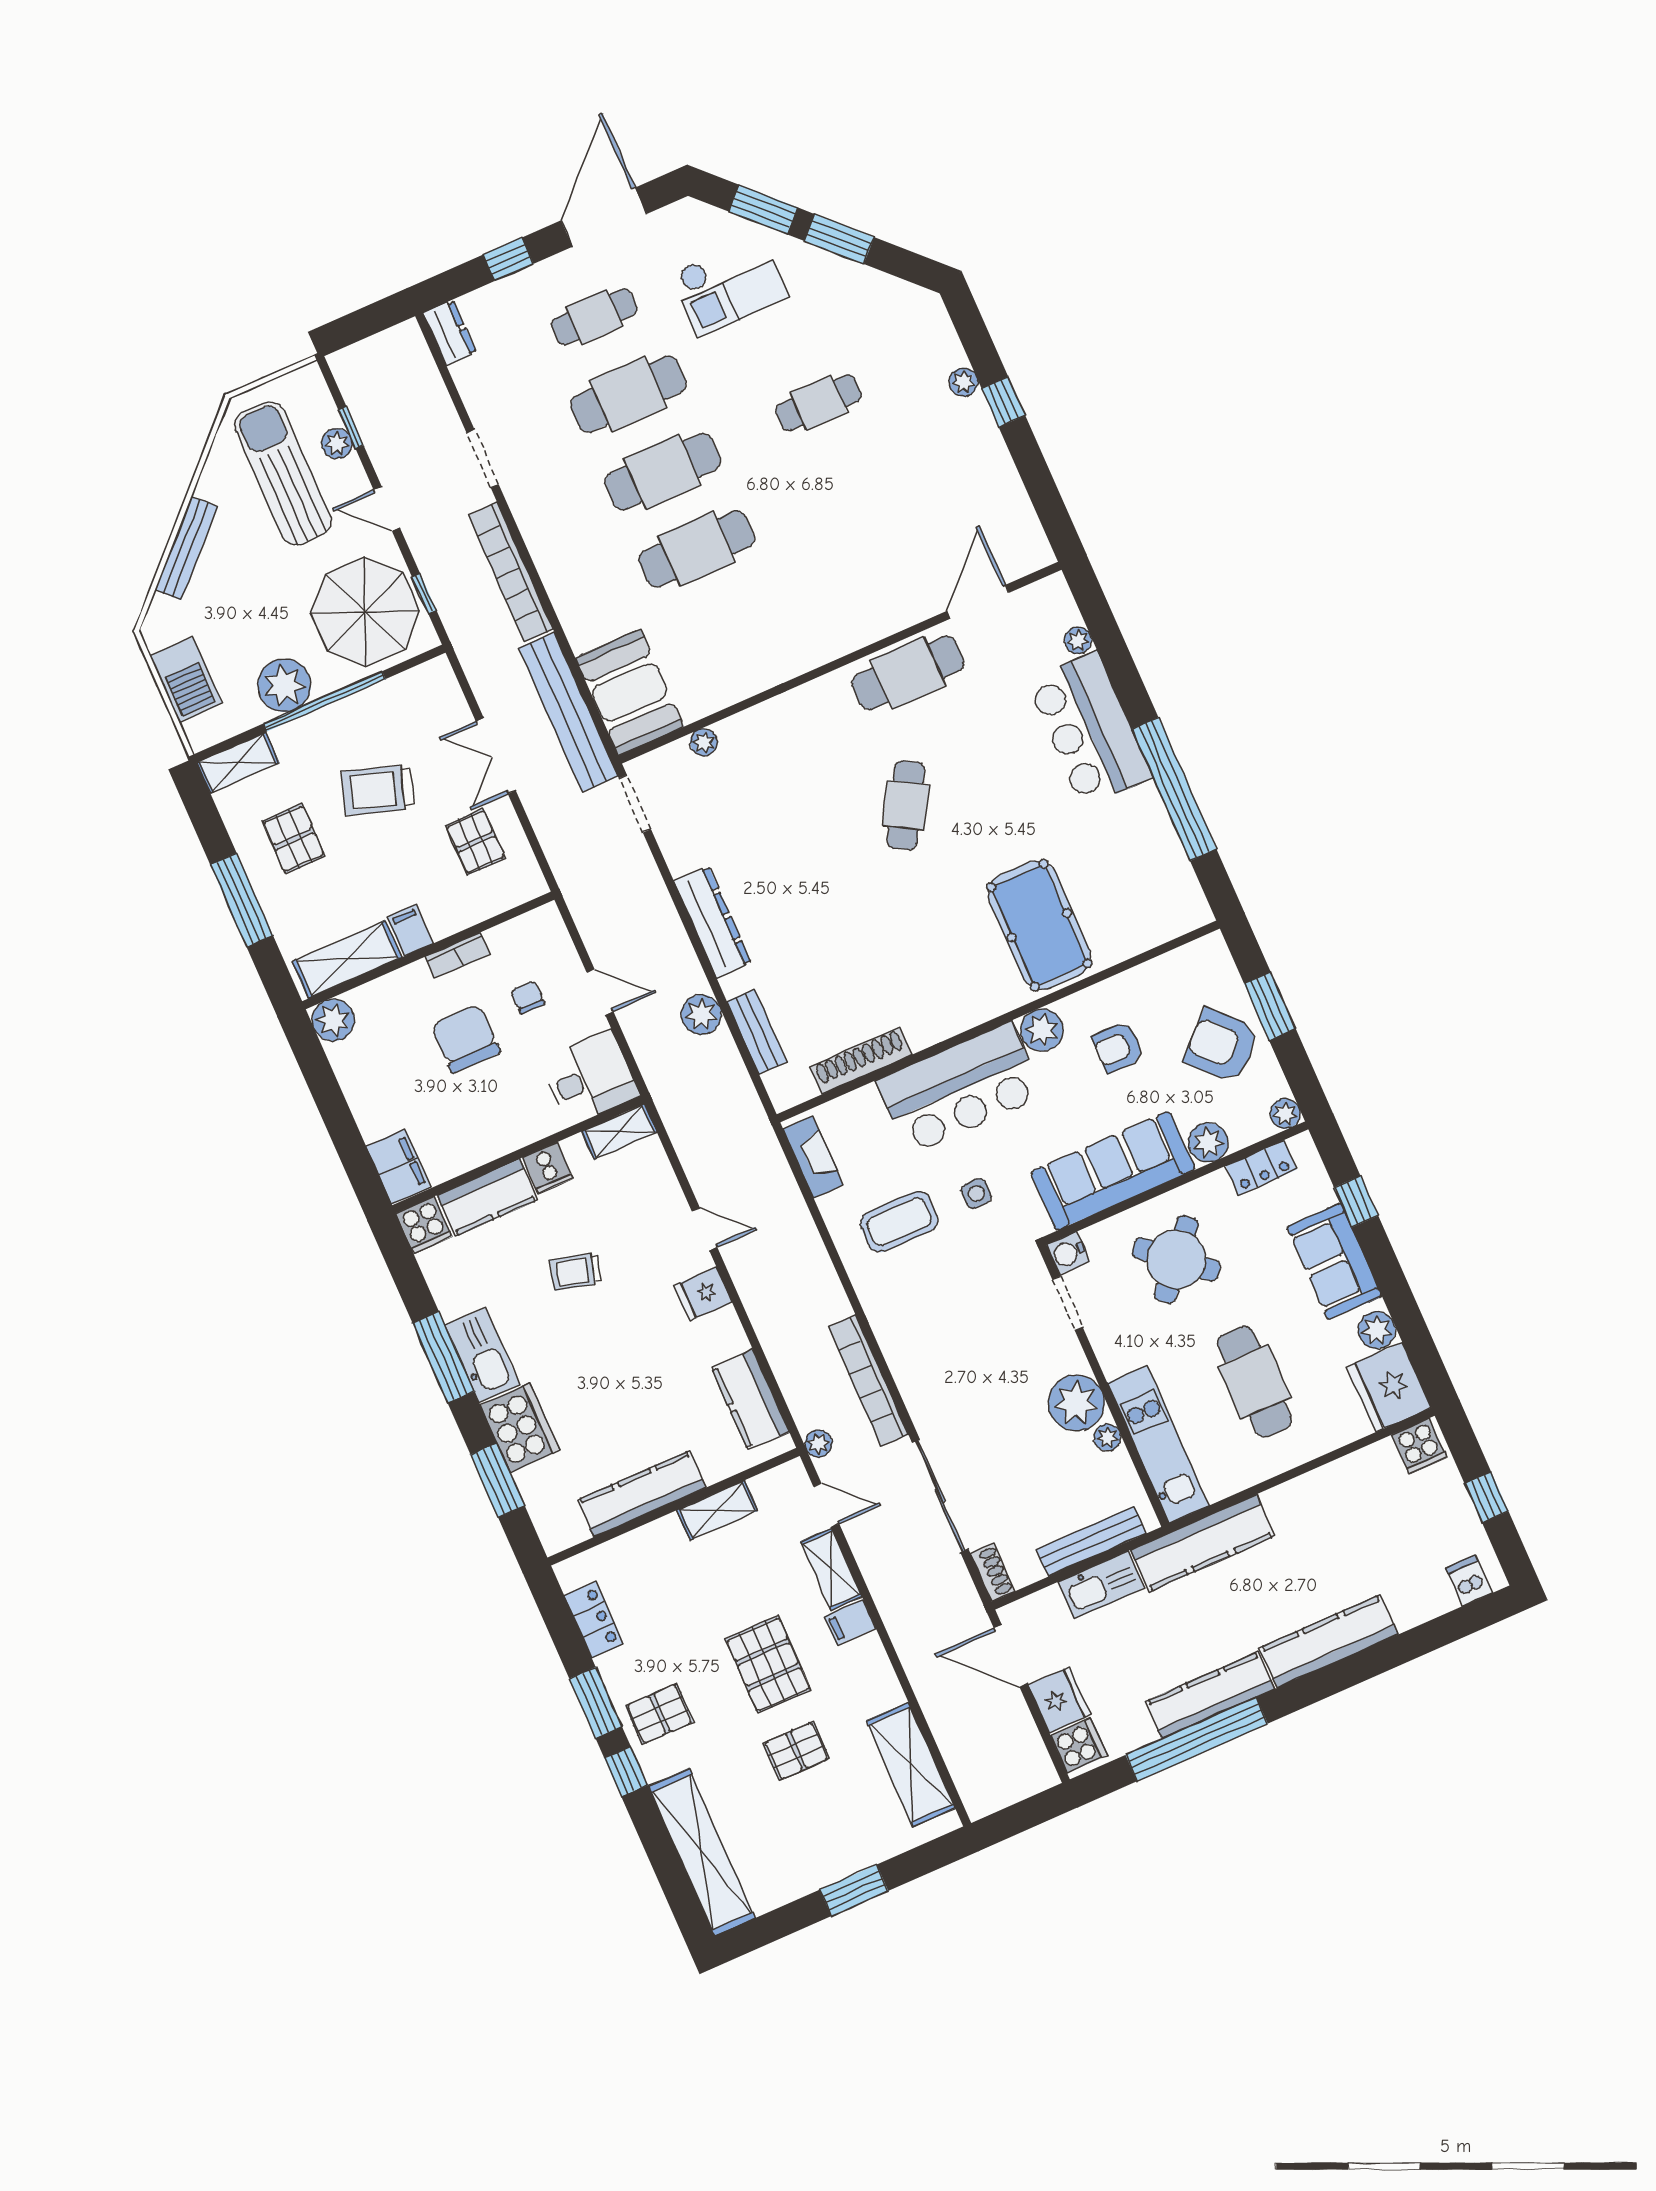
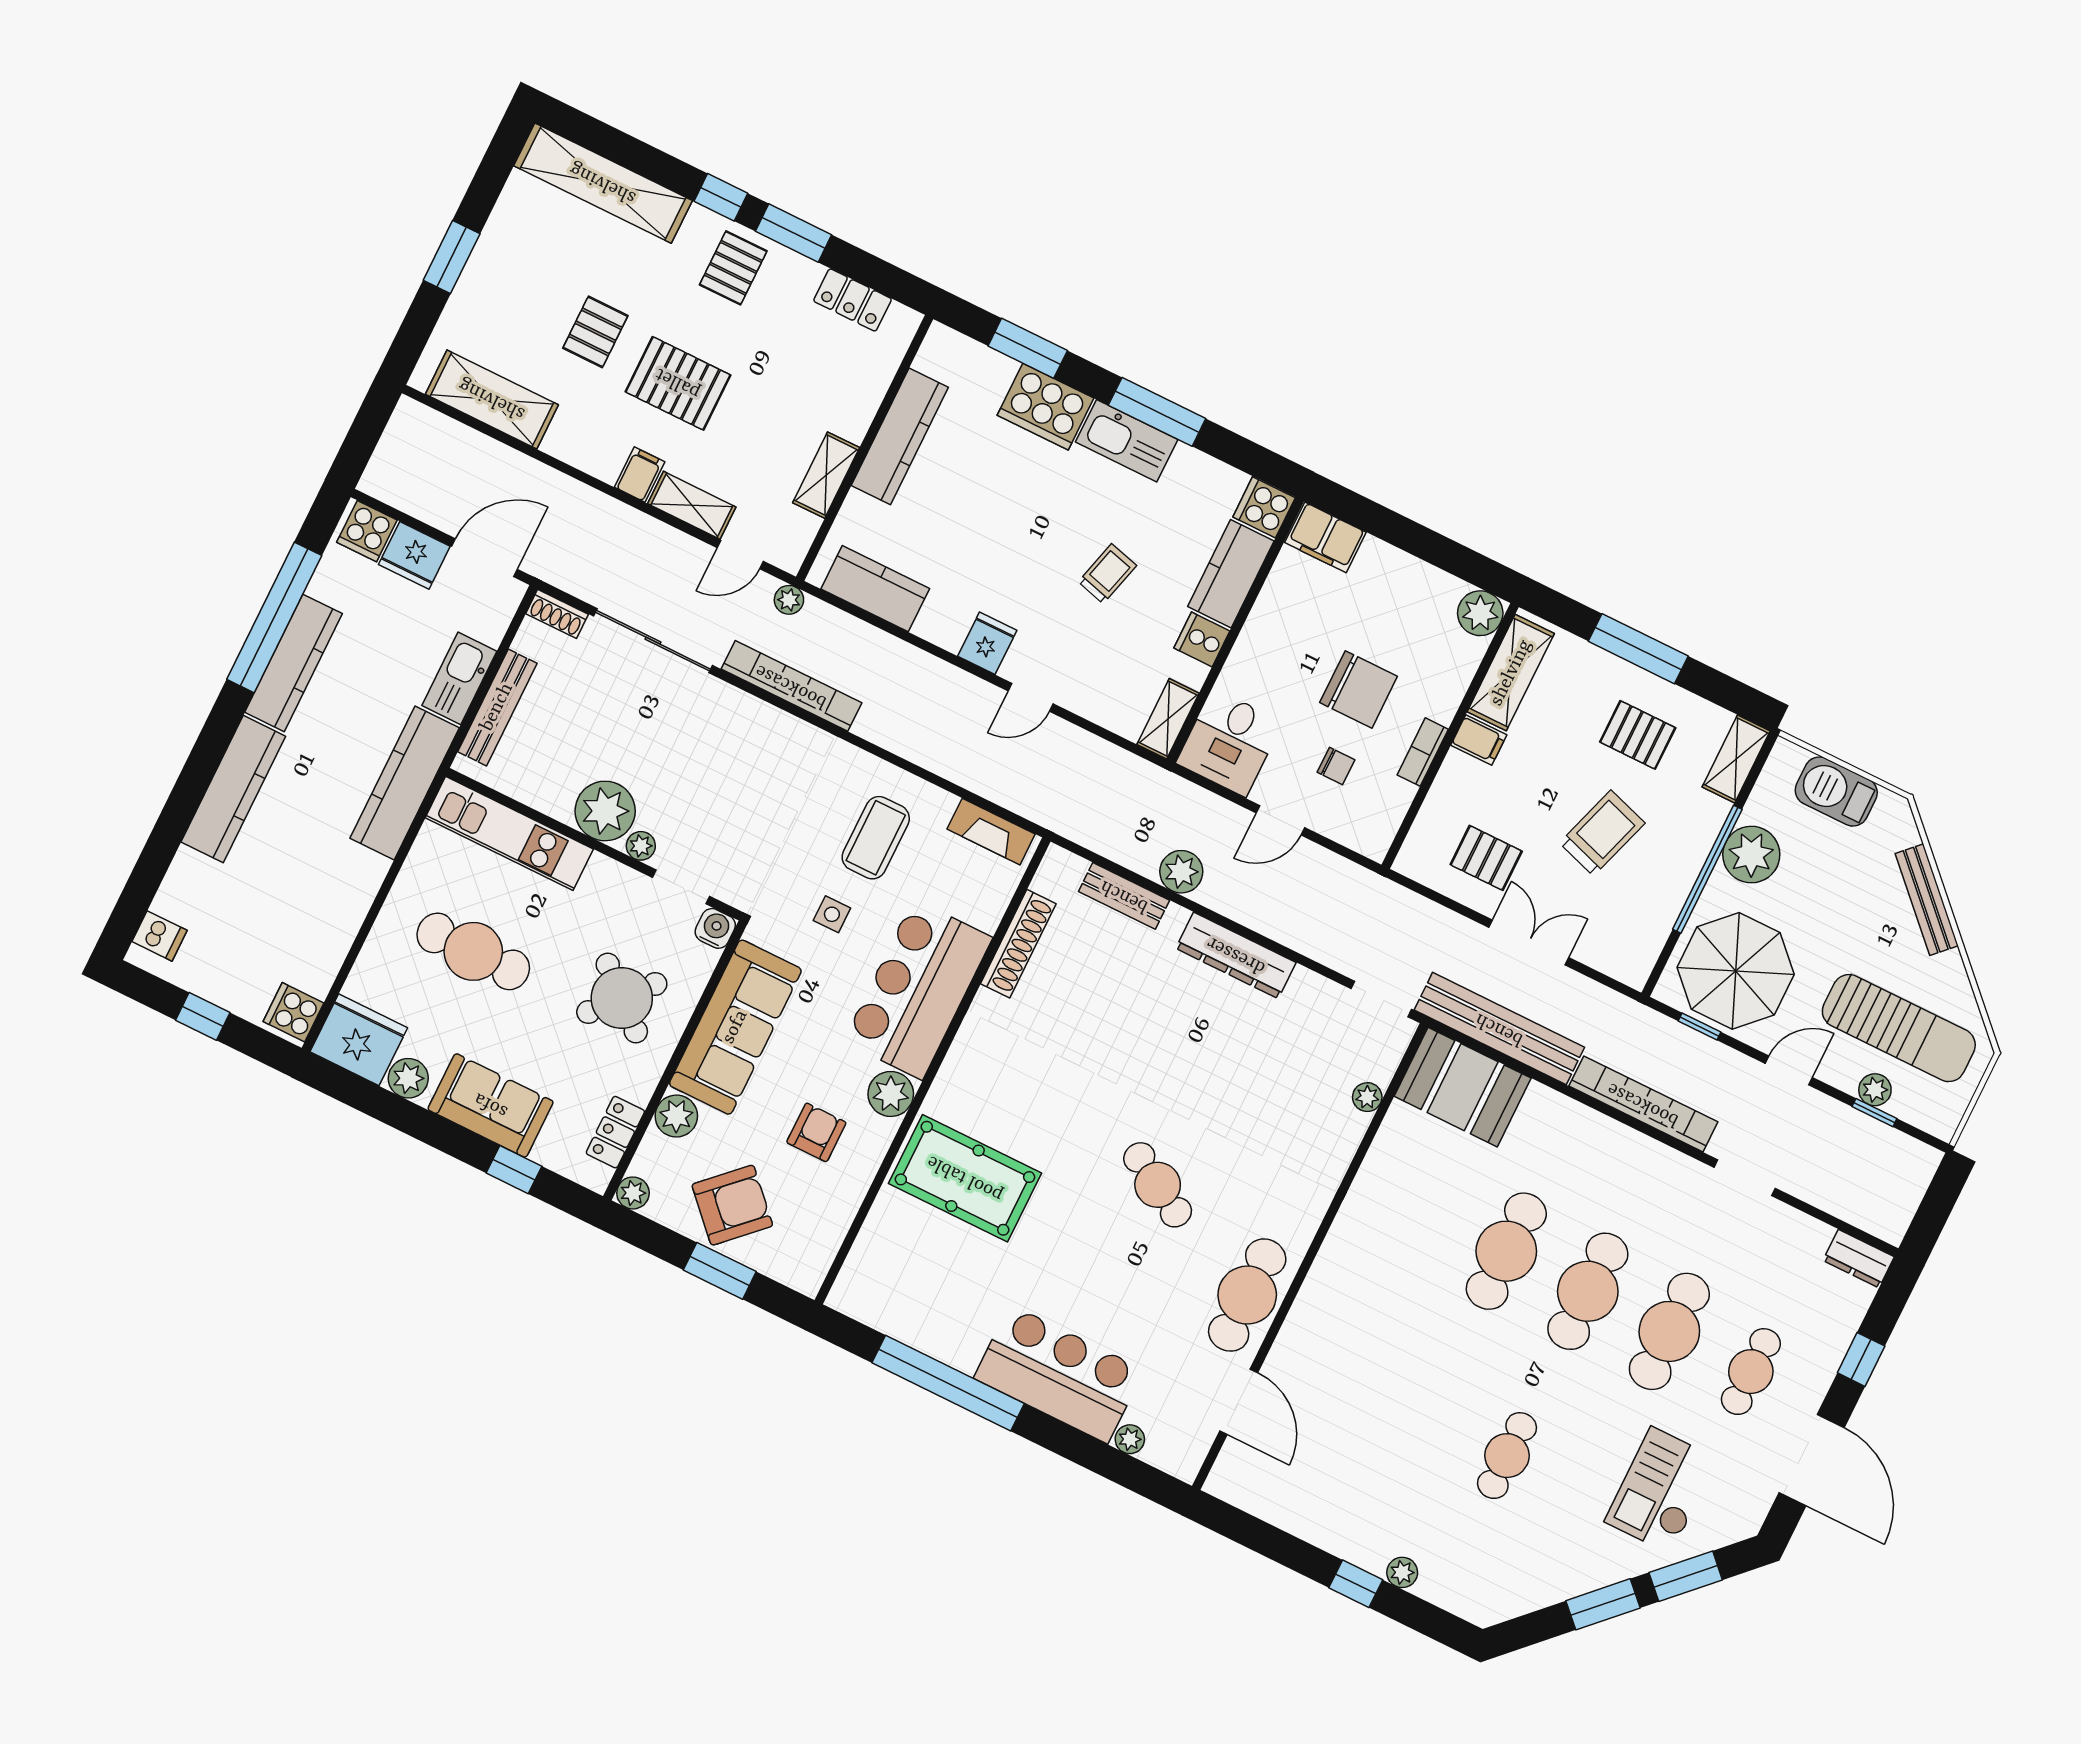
plant: (1107, 1438) -> (641, 846), moved

